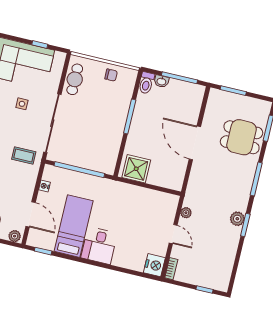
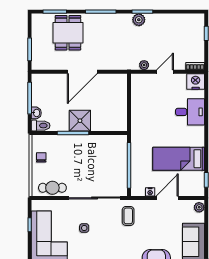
shower: (136, 169) -> (80, 121), moved
door: (31, 214) -> (167, 198), moved
desk: (99, 246) -> (190, 112), moved

